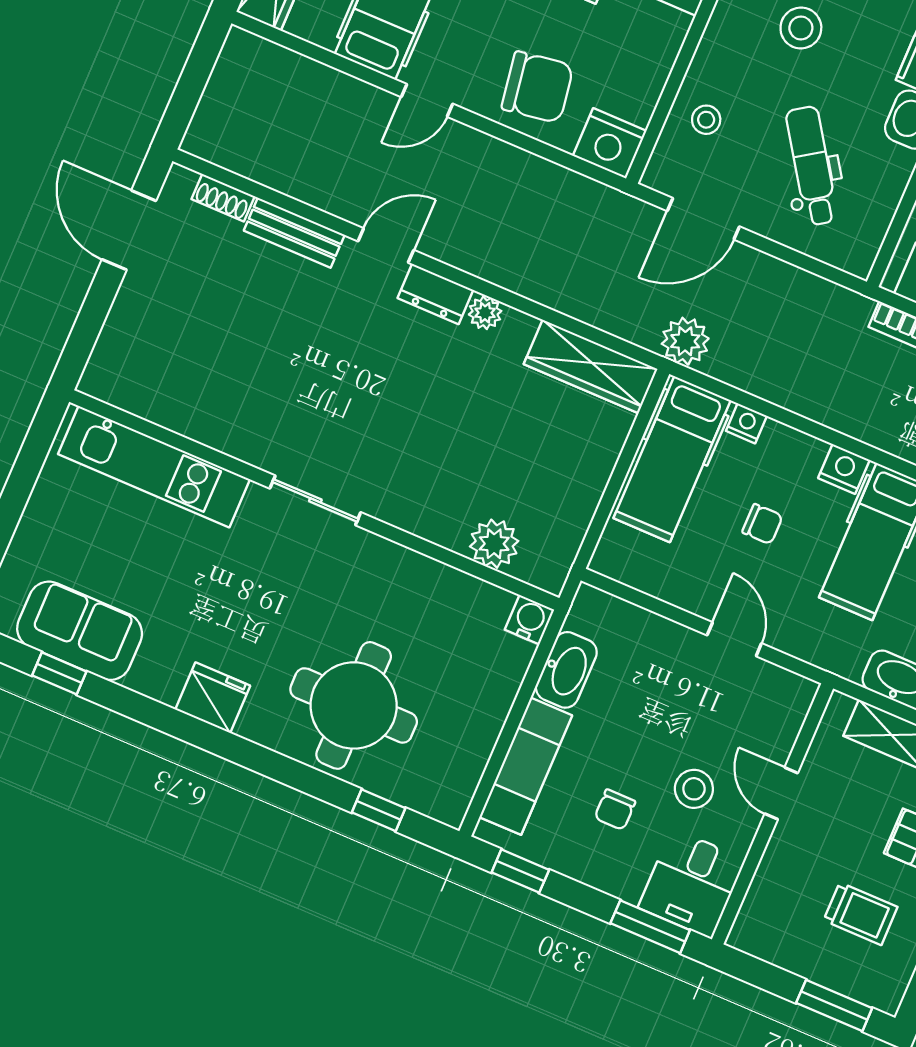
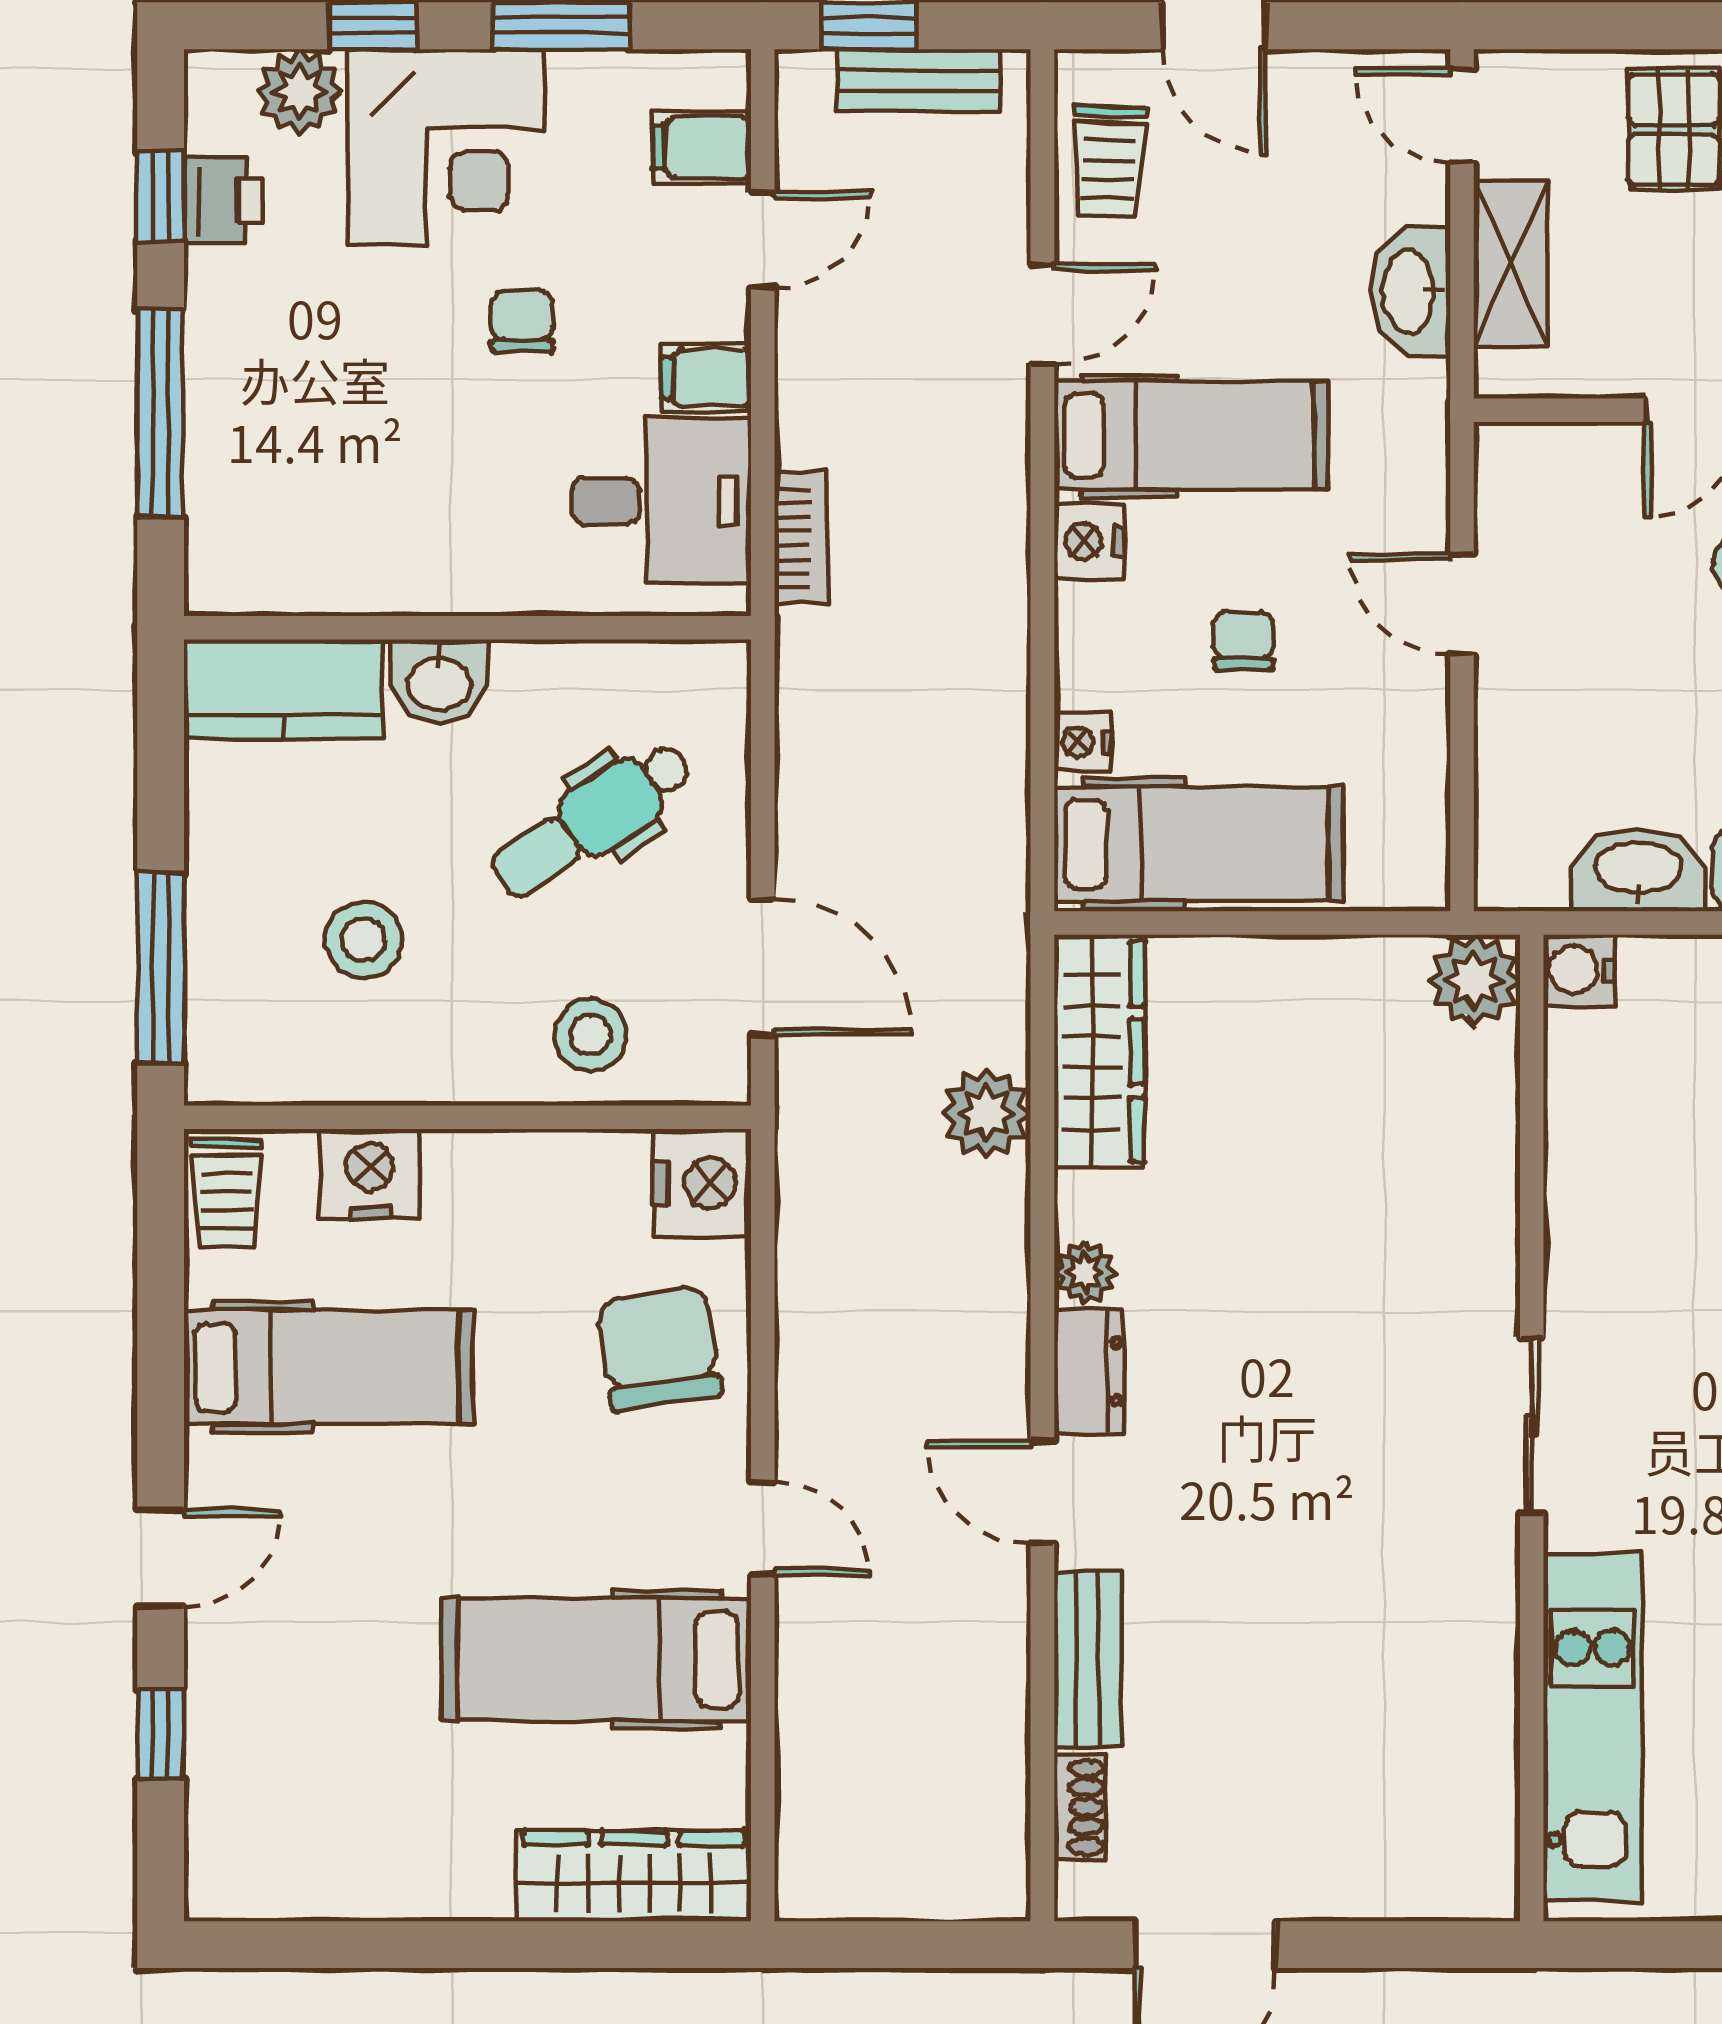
stool: (706, 120) -> (591, 1035), width x1.37, depth x1.37
plant: (685, 341) -> (986, 1113), moved
plant: (494, 544) -> (1475, 980), moved
door: (734, 639) -> (1462, 604), hinge flipped

